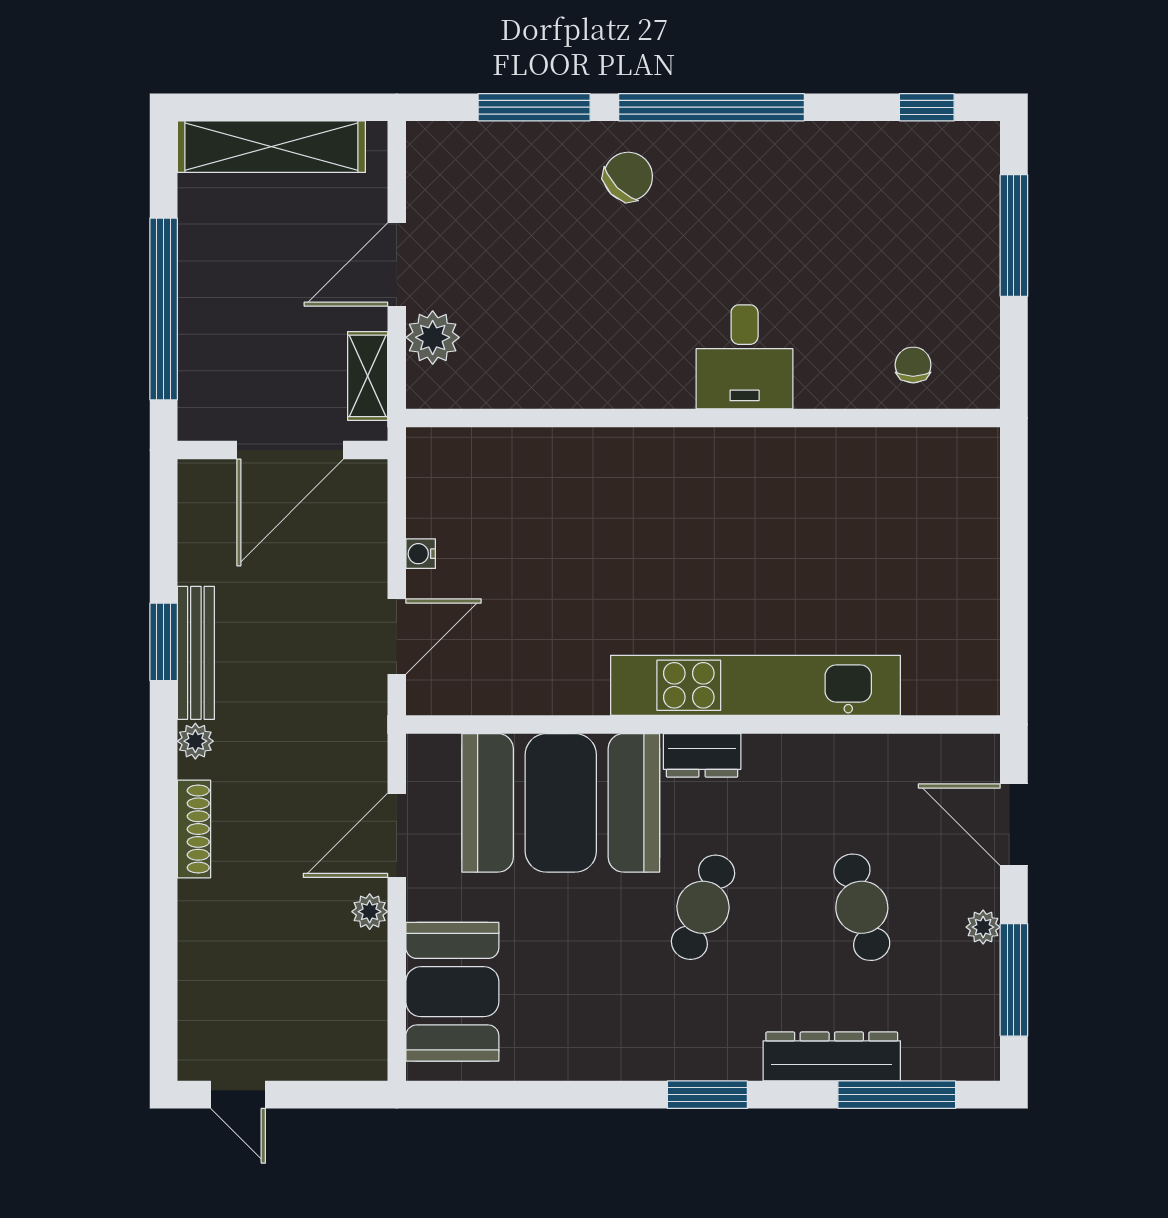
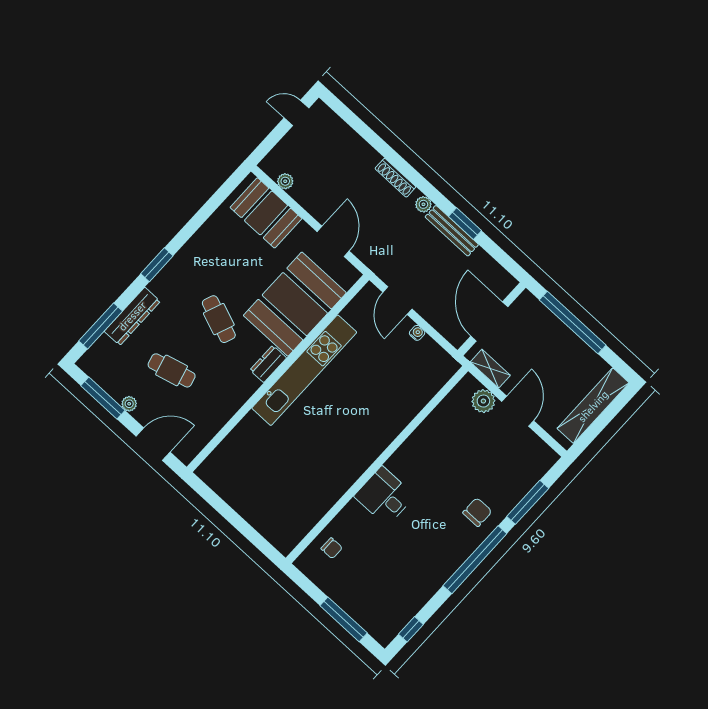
chair: (628, 177) -> (477, 512), turned -135
kitchen unit: (755, 685) -> (304, 370), moved
plant: (370, 912) -> (285, 181), moved

